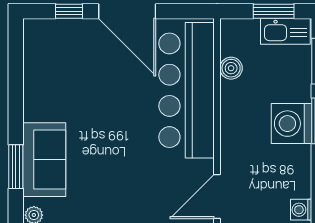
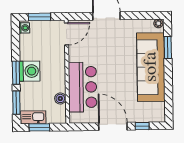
bar counter: (187, 90) -> (83, 87), width x0.73
sofa: (44, 160) -> (151, 67), width x1.85, depth x1.27

